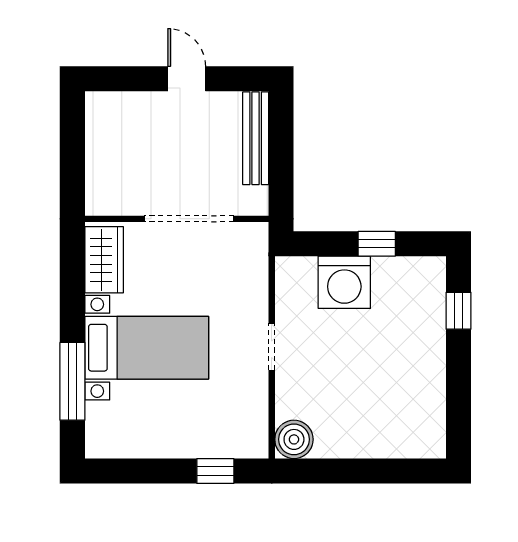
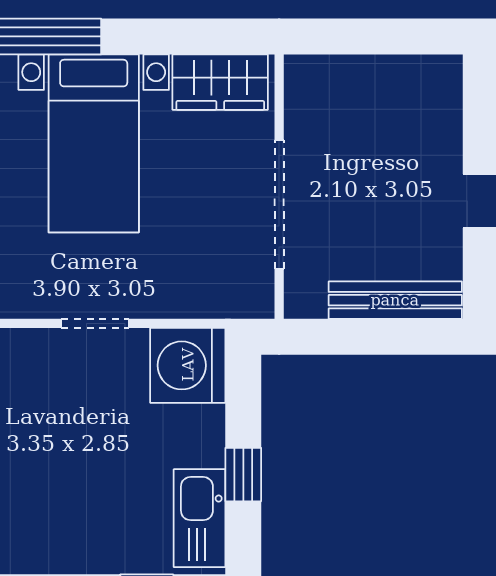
kitchen sink: (407, 274) -> (200, 518), added
washing machine: (344, 282) -> (188, 365), moved

